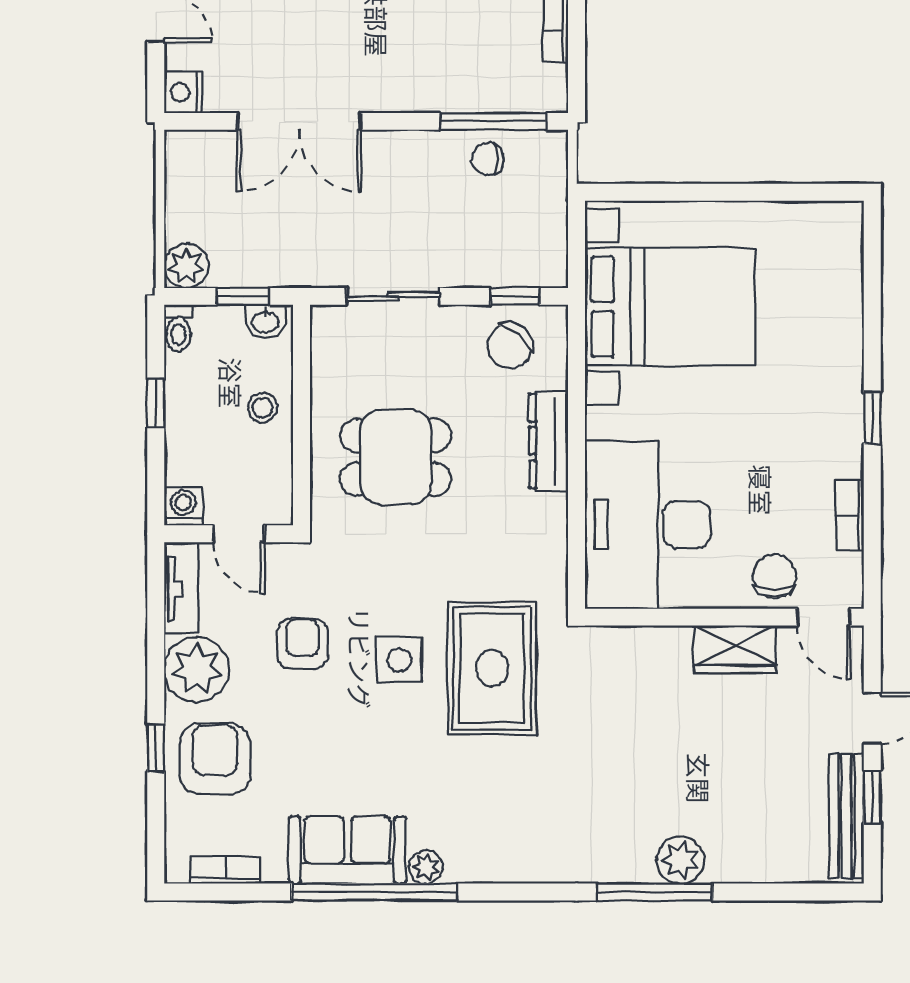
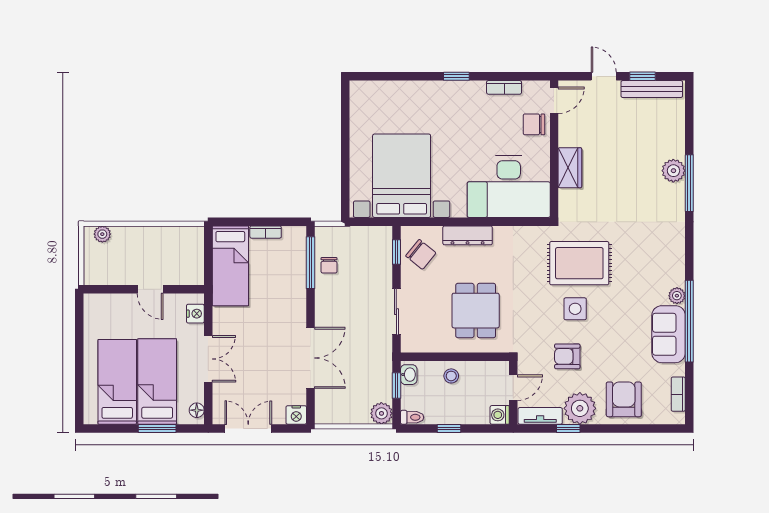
wardrobe: (735, 649) -> (570, 168), moved
window: (156, 748) -> (568, 428), moved
armchair: (215, 759) -> (624, 399), turned 90

